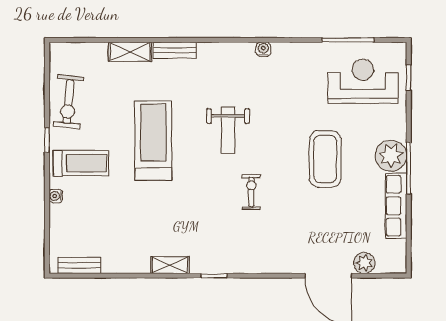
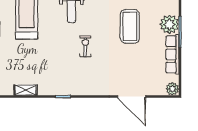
plant: (364, 263) -> (172, 89), moved
shelving: (170, 265) -> (26, 90), moved

